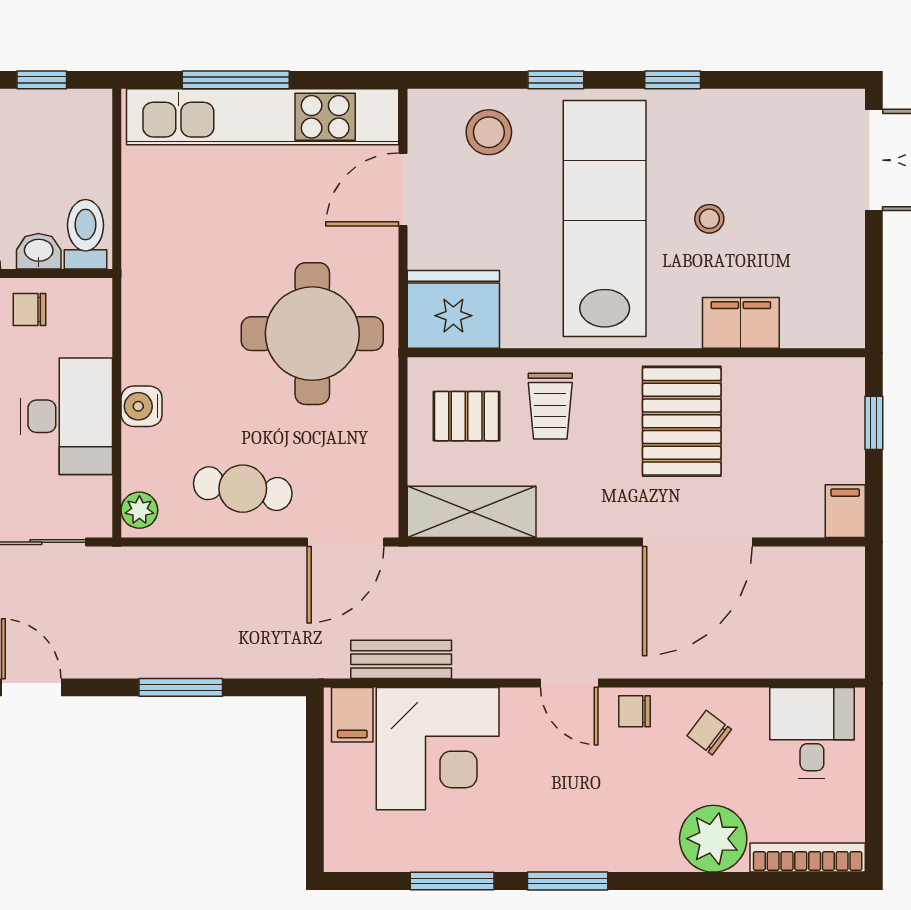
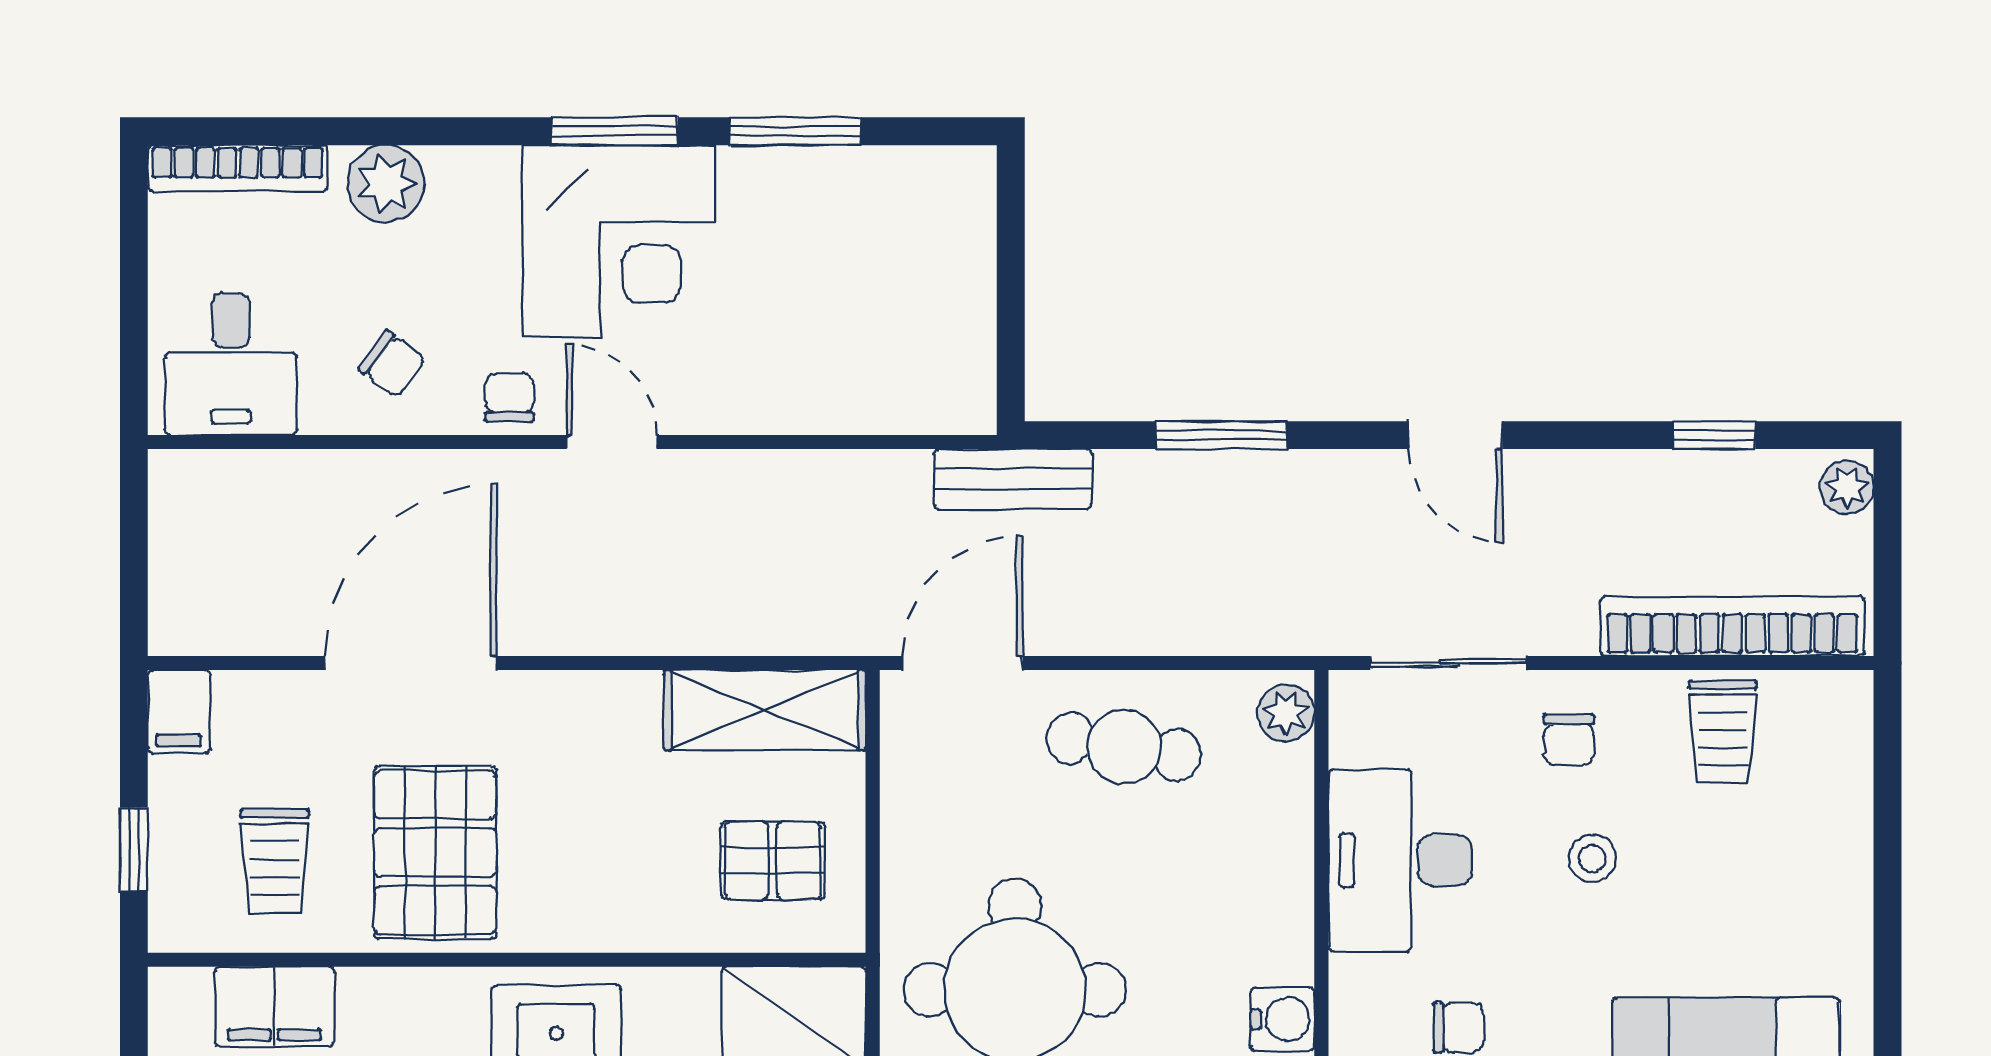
filing cabinet: (741, 323) -> (274, 1007), moved
water cooler: (142, 406) -> (1283, 1019), moved
trolley: (550, 406) -> (275, 861), moved, turned 180
bench: (401, 659) -> (1013, 479), moved
chair: (634, 711) -> (509, 398), turned -90
filing cabinet: (352, 715) -> (952, 392), removed
corner desk: (438, 749) -> (619, 241), moved, turned 180
plant: (713, 839) -> (386, 184), width x0.73, depth x0.73

